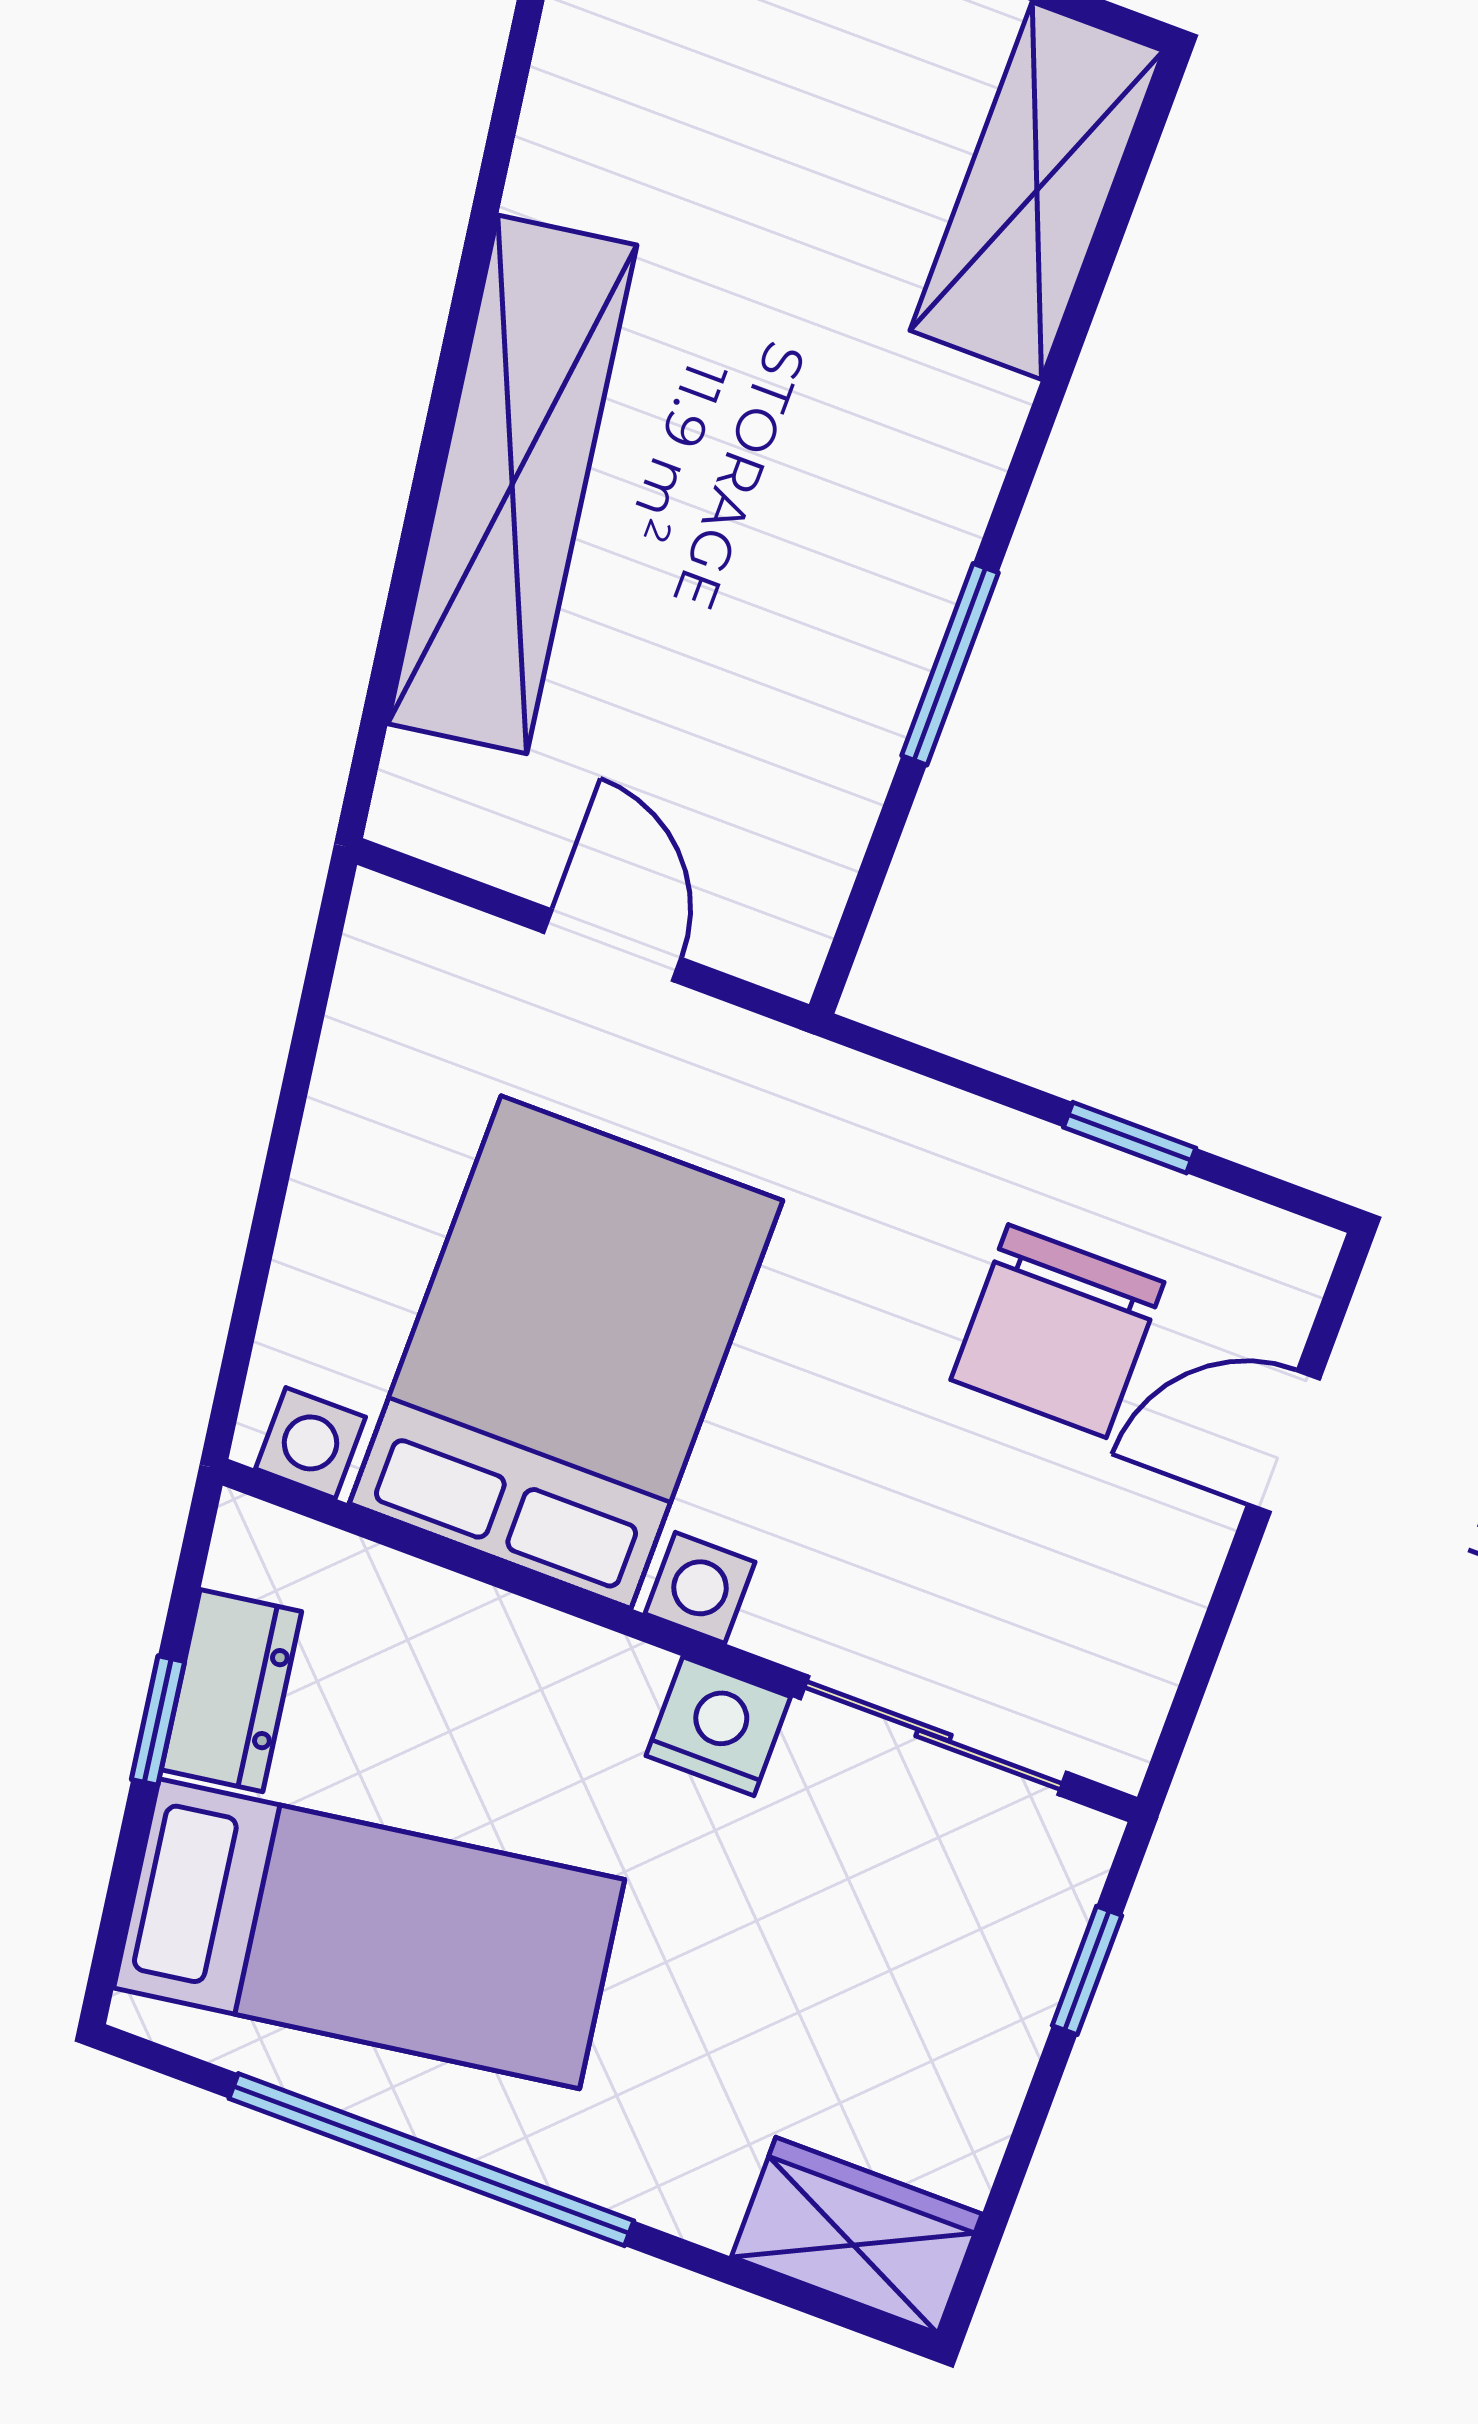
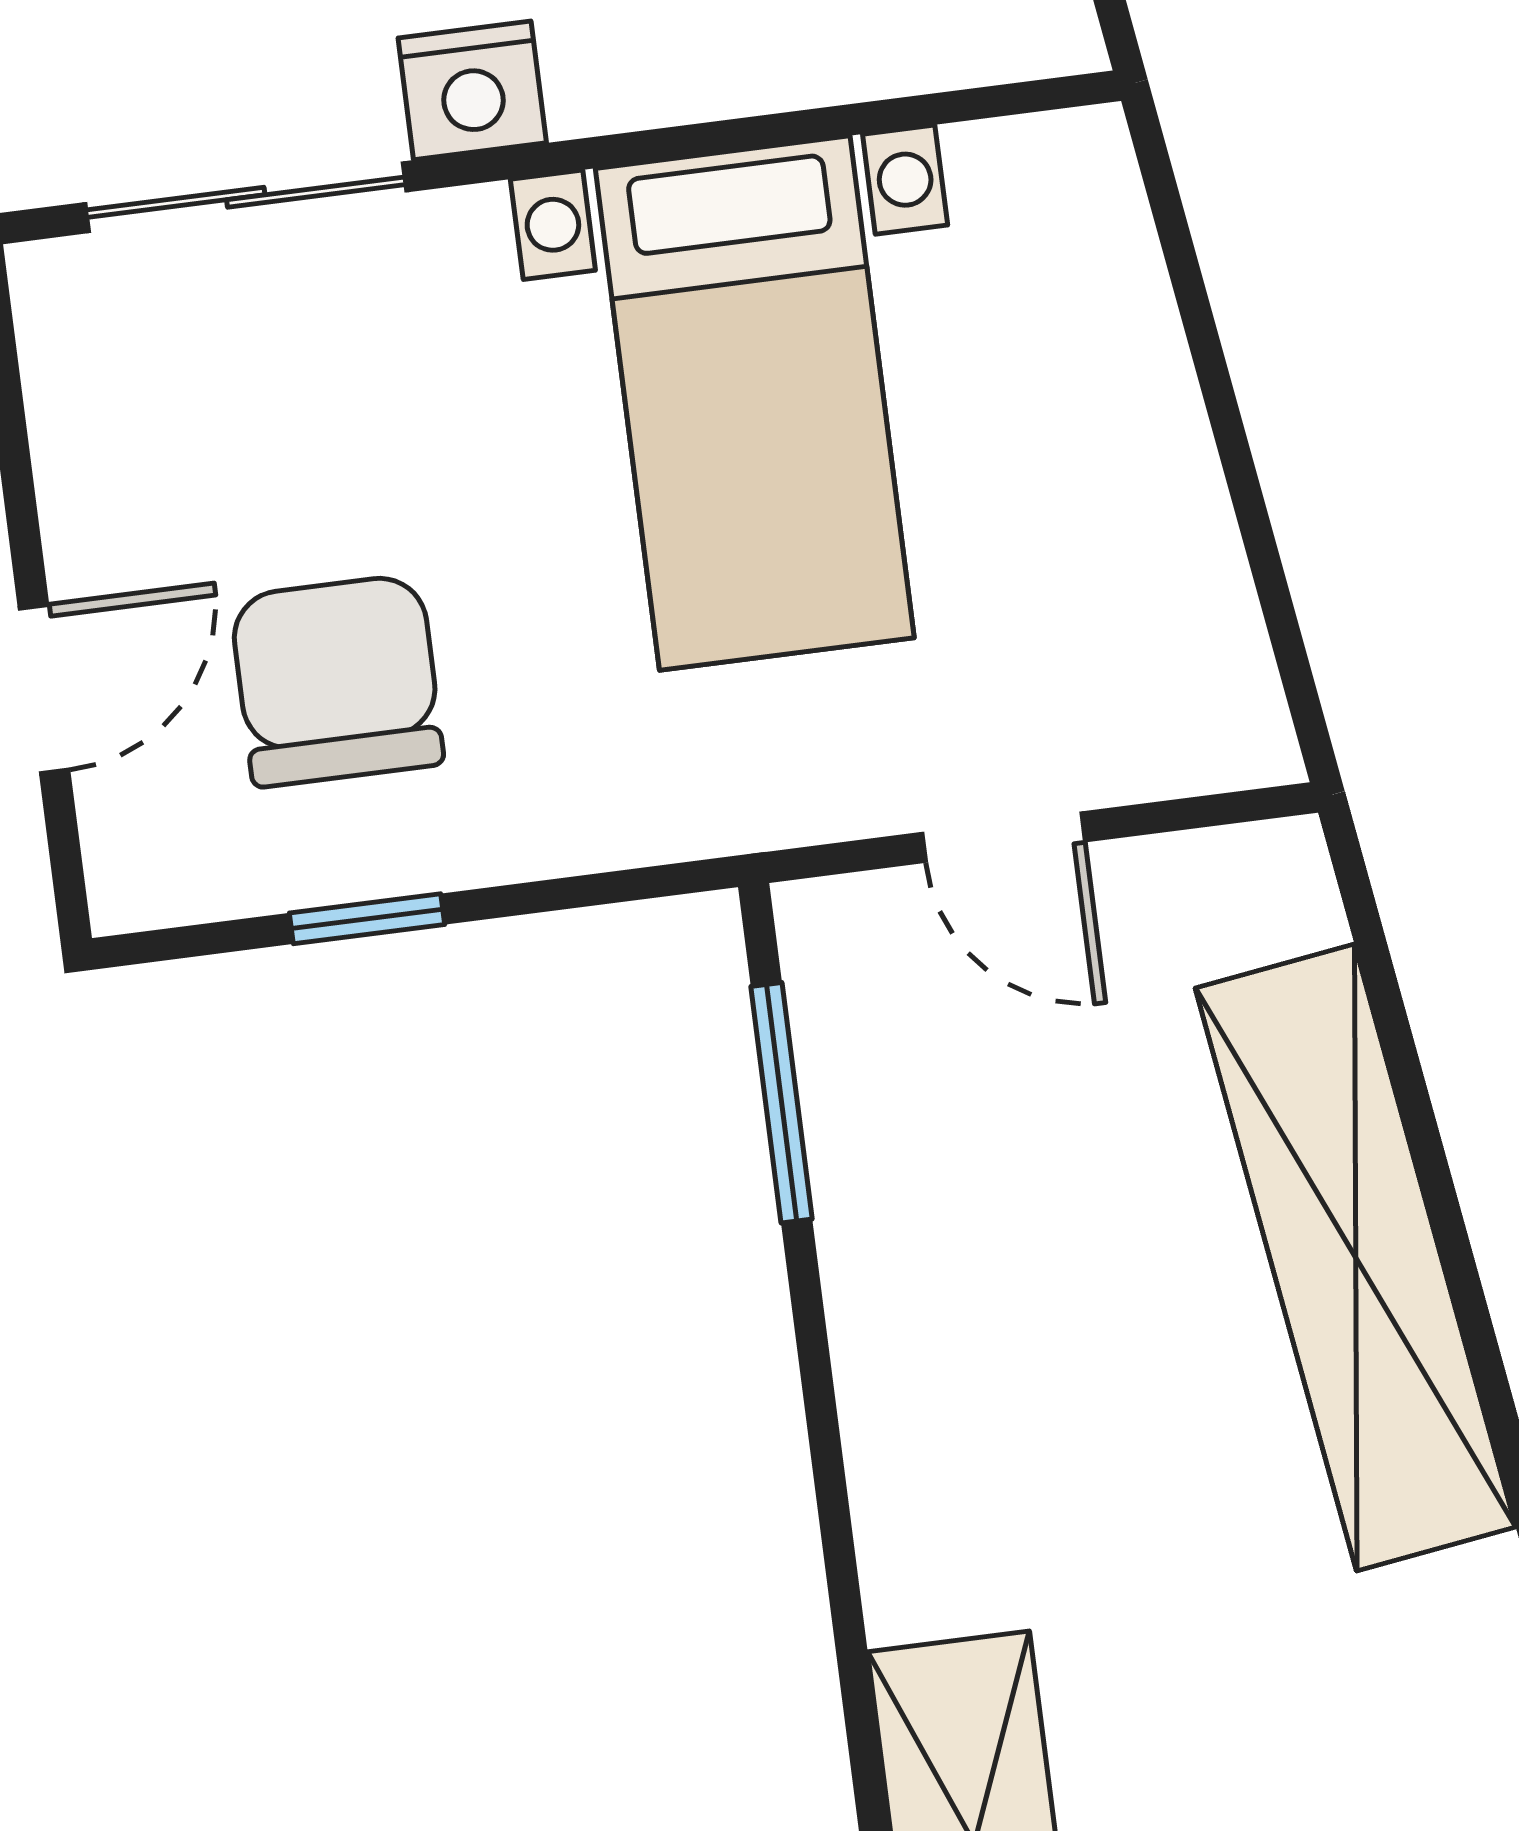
window: (950, 664) -> (781, 1103), moved
bed with nightstands: (566, 1352) -> (755, 403), width x0.73

